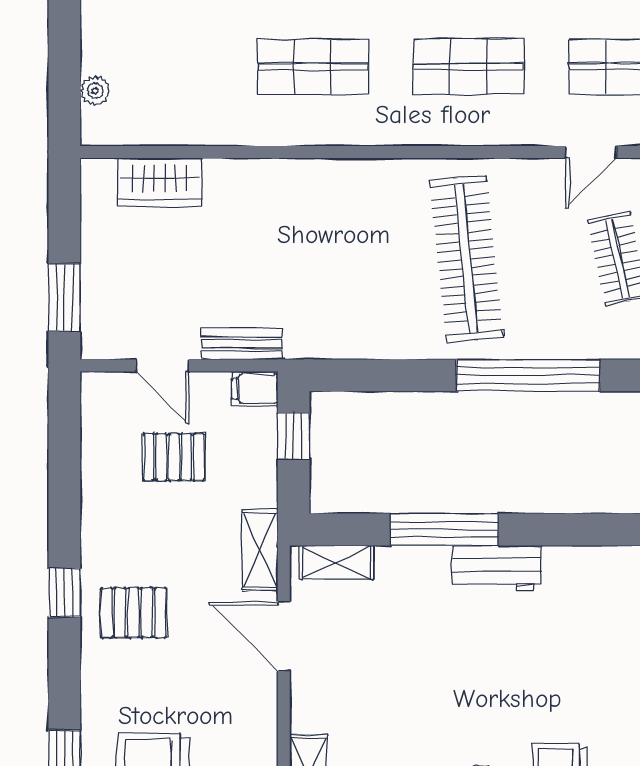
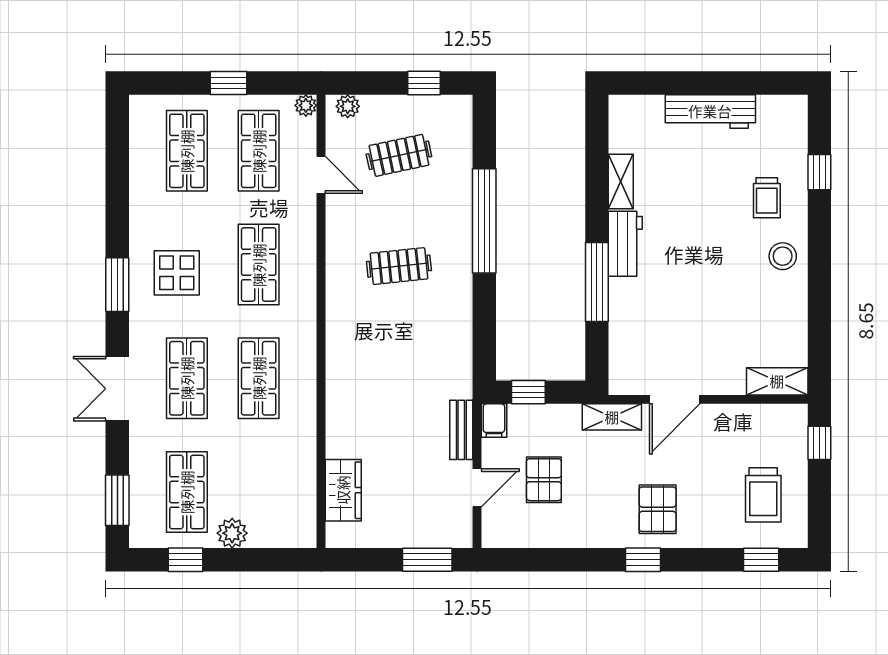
plant: (95, 91) -> (232, 533), moved, width x1.38, depth x1.38
clothes rail: (466, 259) -> (399, 266), width x0.54, depth x0.76
shelving: (337, 562) -> (621, 182), moved

